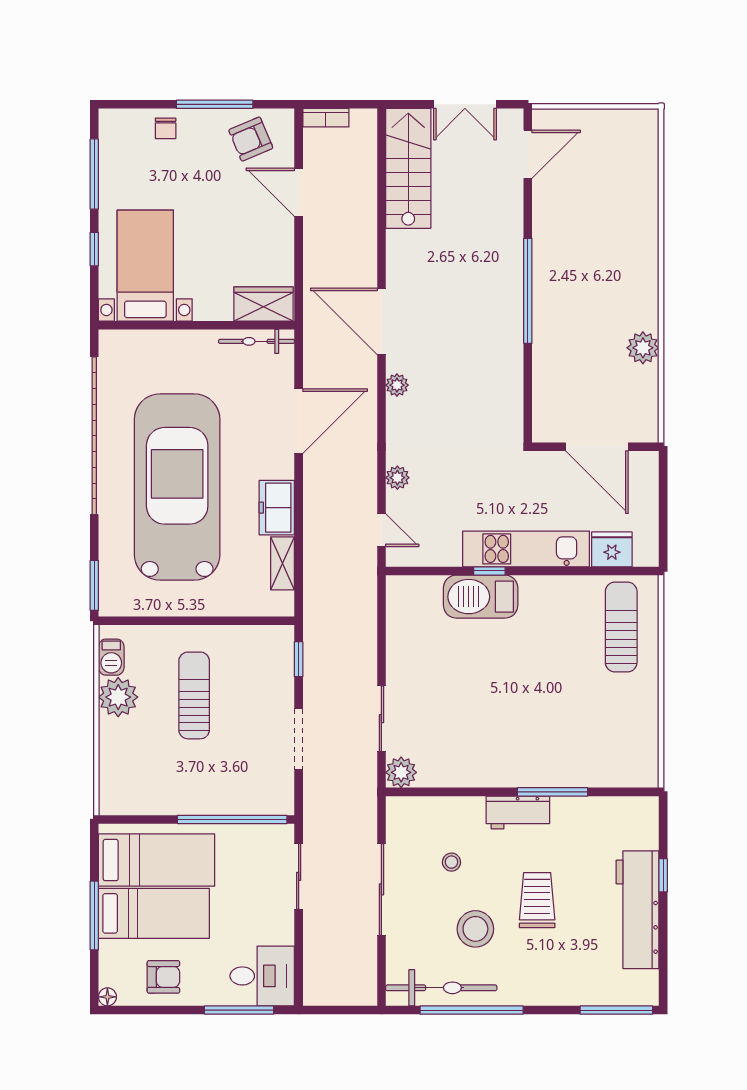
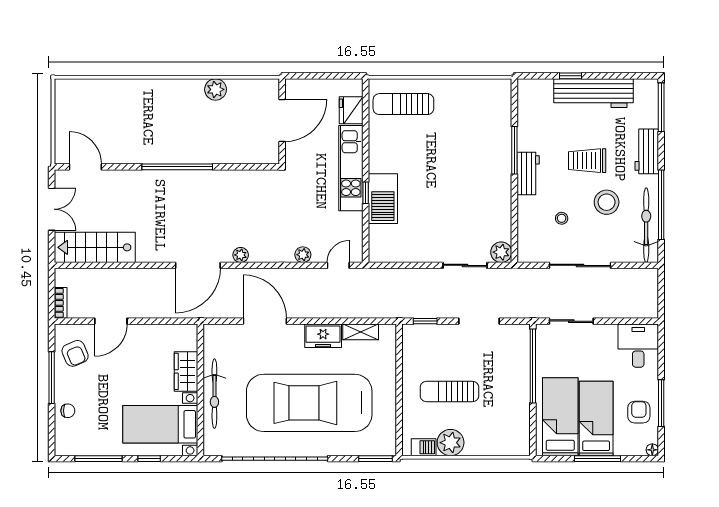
wardrobe: (263, 304) -> (186, 371), moved
bicycle: (257, 341) -> (214, 394), moved, width x1.37, depth x1.40
workbench: (551, 989) -> (647, 151), added
window: (239, 1010) -> (661, 403), moved

